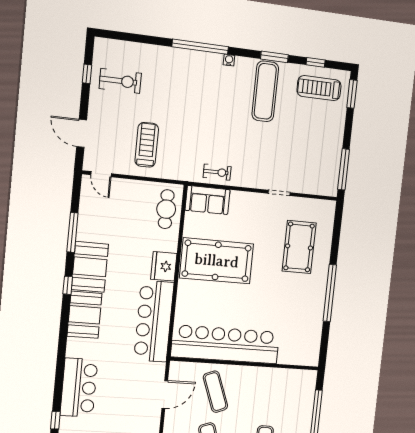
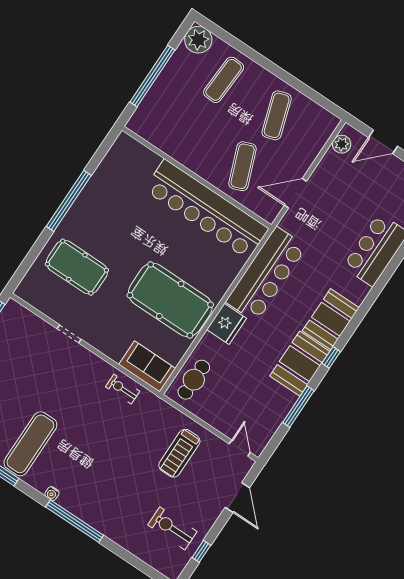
pool table: (299, 247) -> (77, 267), turned 90

